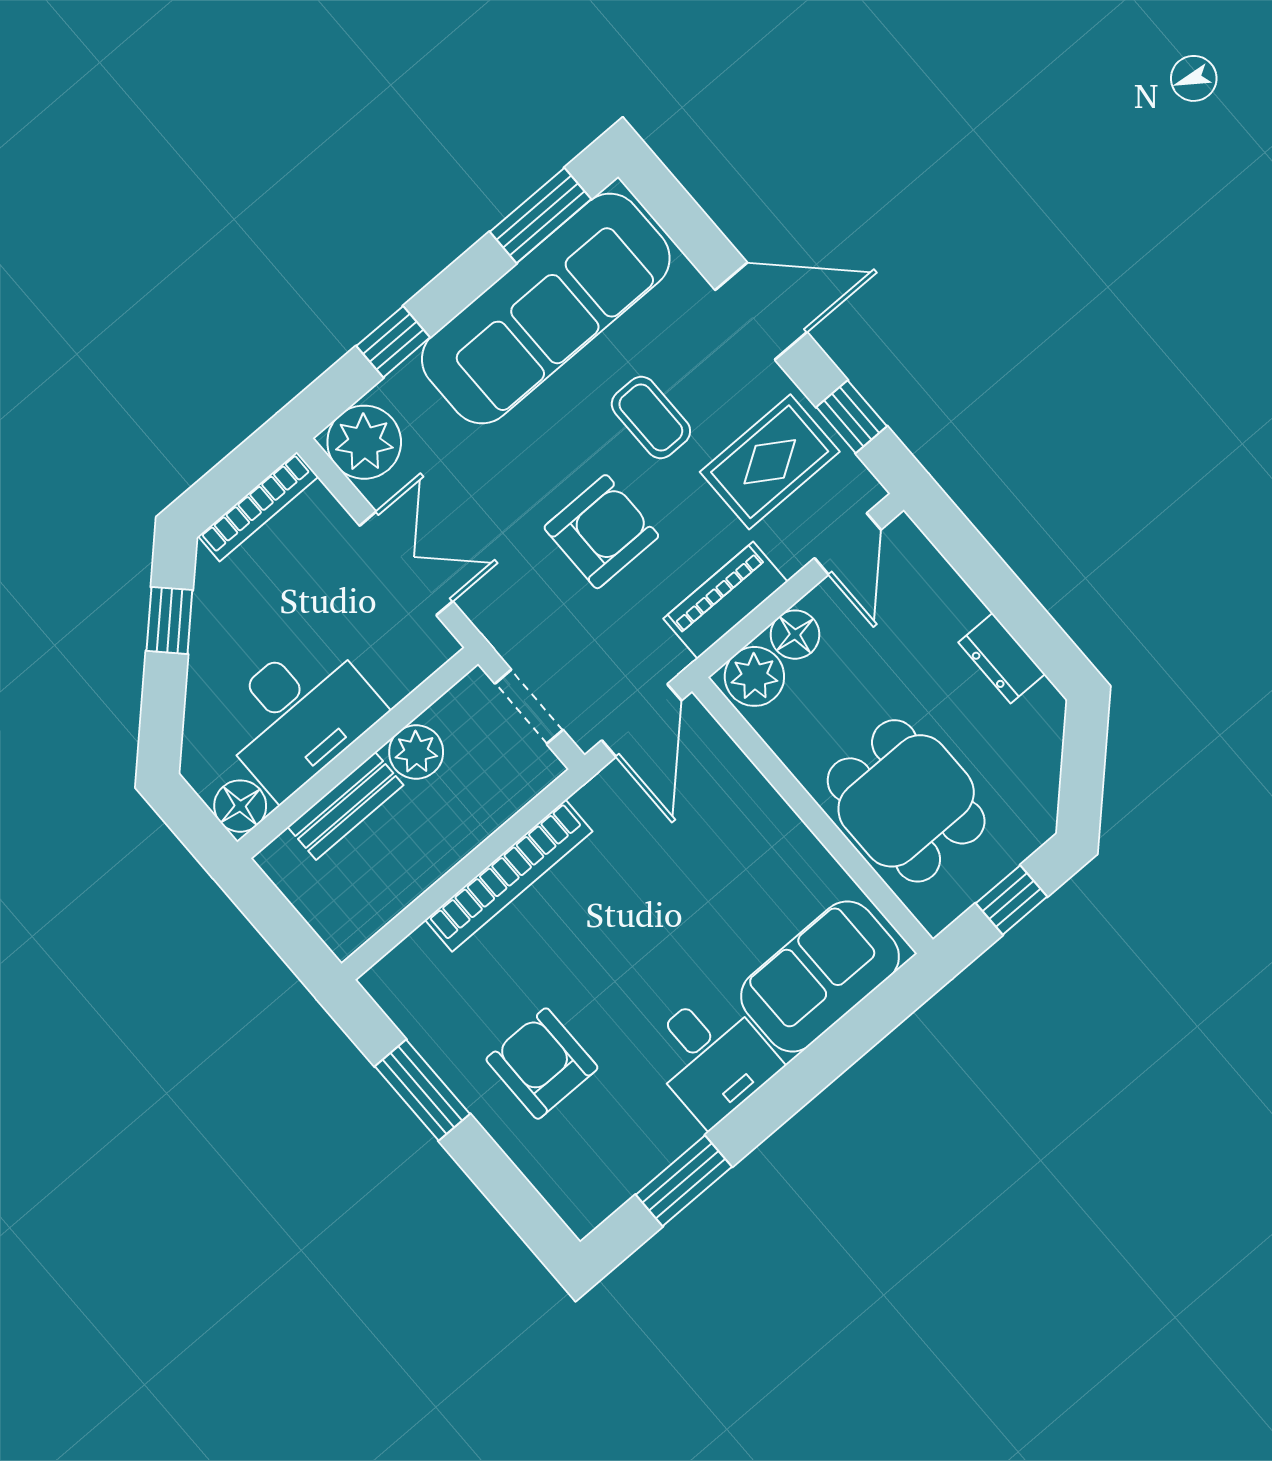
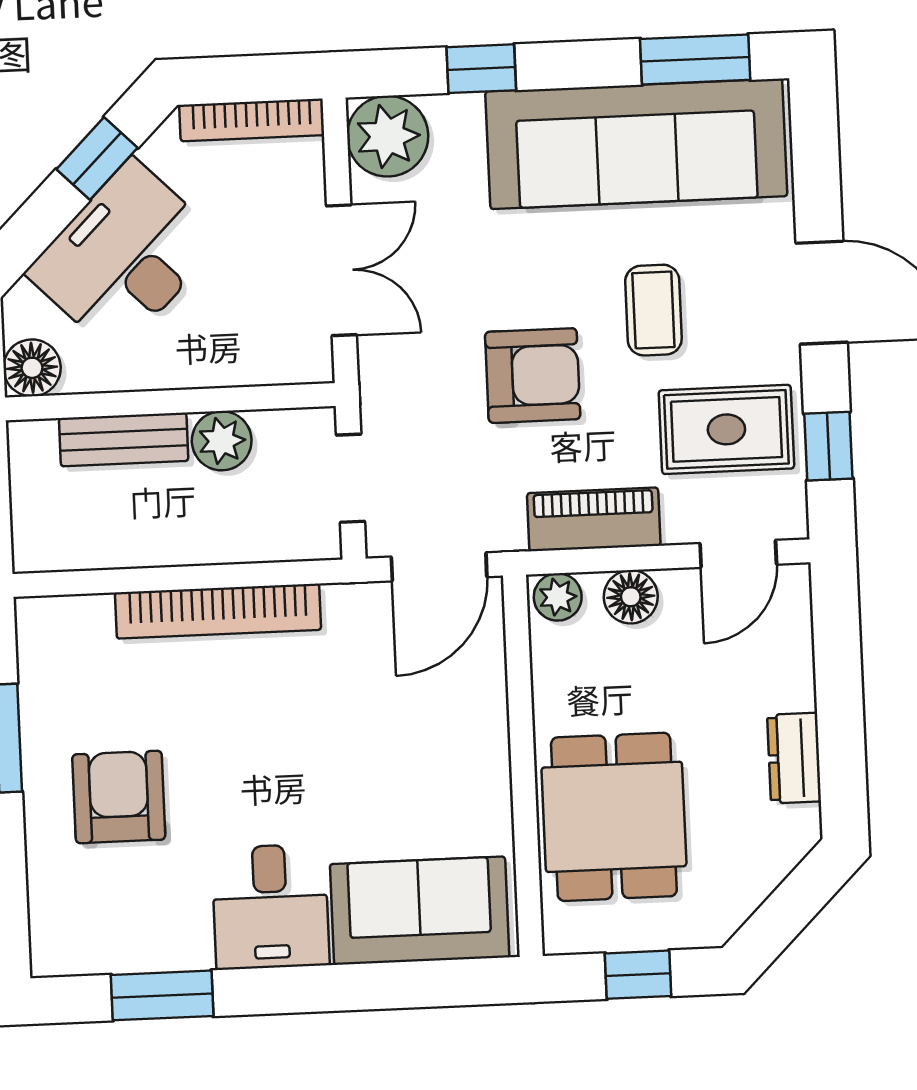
plant: (754, 676) -> (558, 597), width x0.73, depth x0.73
desk: (298, 715) -> (124, 257), moved, turned 135

